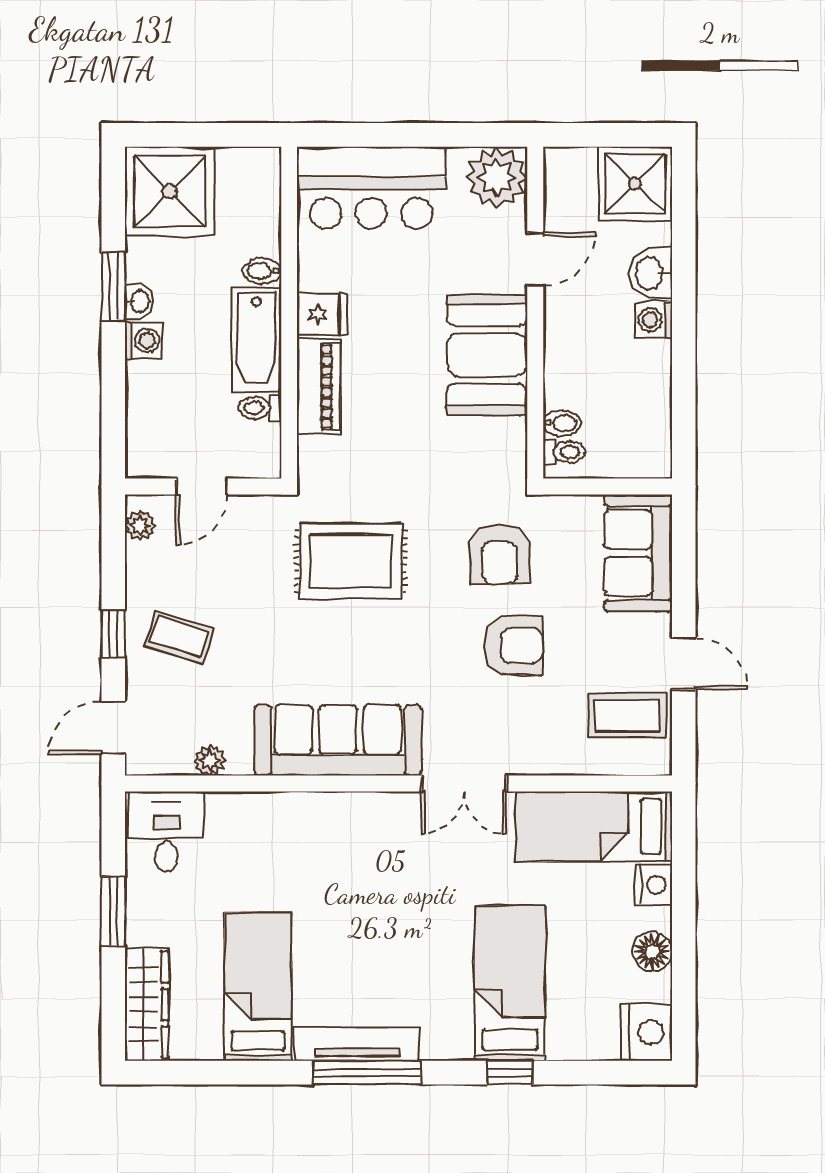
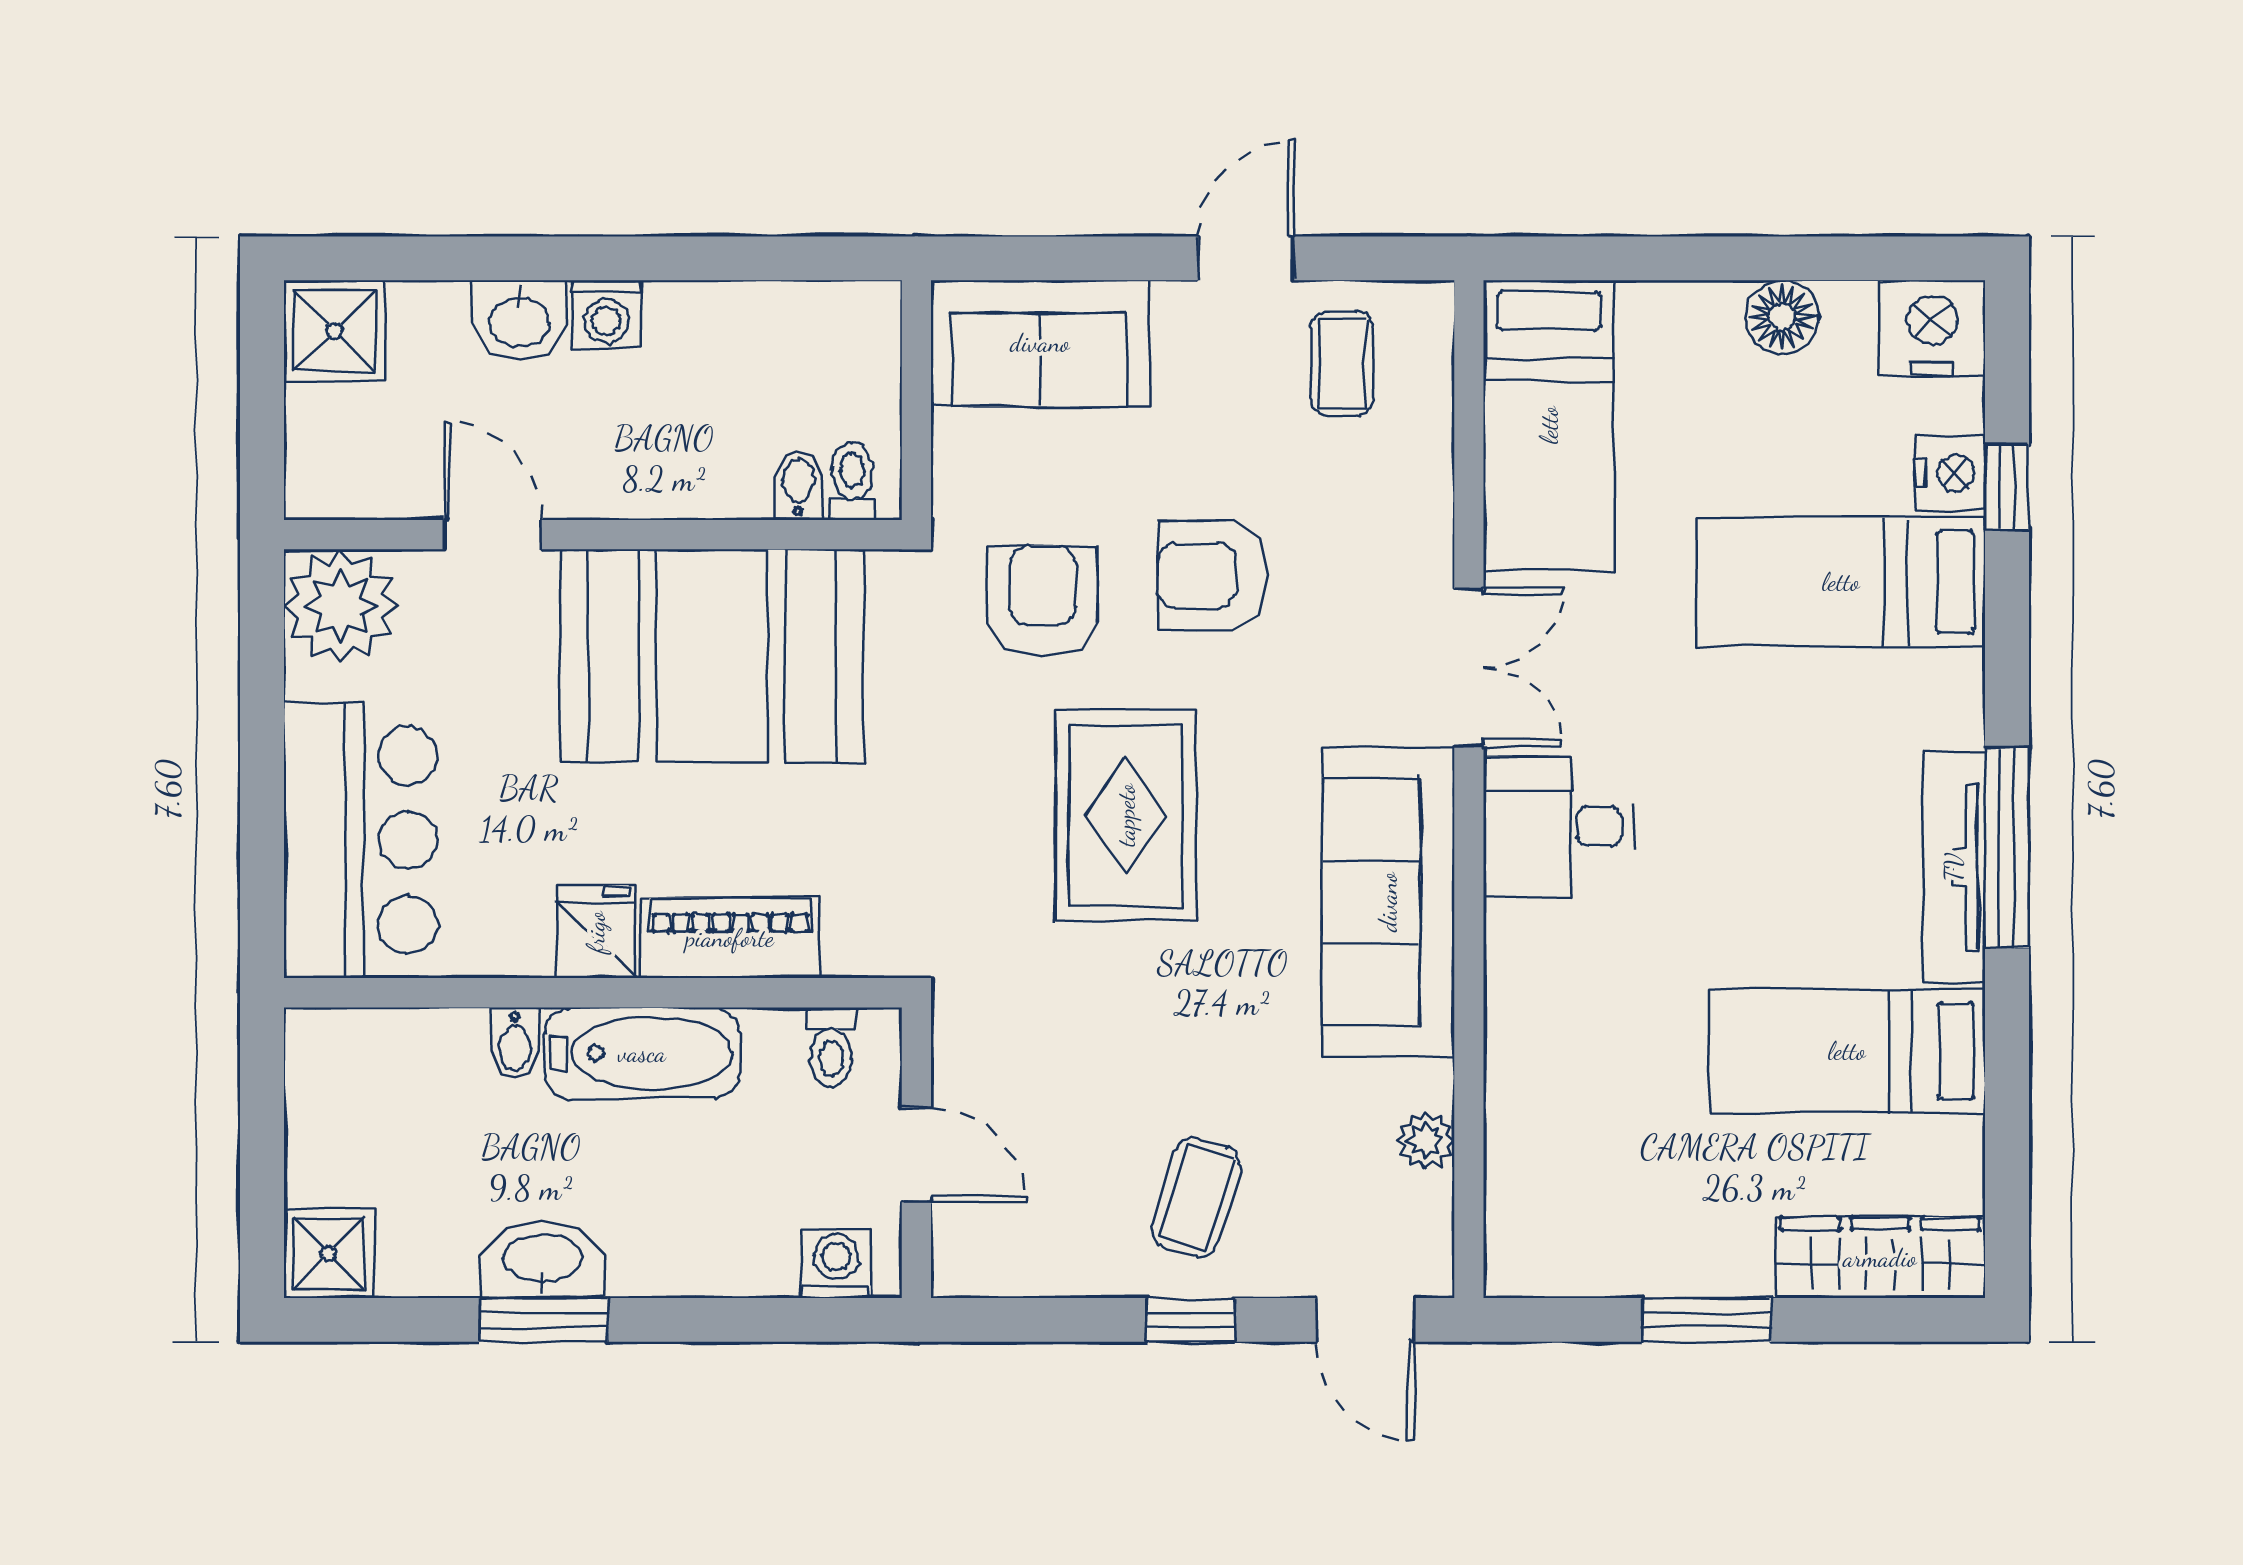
shower: (635, 184) -> (334, 331), width x0.73, depth x0.73
shower: (170, 191) -> (328, 1253), width x0.54, depth x0.54
washbasin: (139, 301) -> (542, 1260), width x1.91, depth x1.45
washing machine: (144, 341) -> (836, 1263), moved
booth: (487, 355) -> (712, 656), width x1.36, depth x1.42
toilet: (260, 408) -> (831, 1047), moved
plant: (140, 525) -> (989, 1270), removed
armchair: (500, 554) -> (1042, 601), turned -90
rug: (351, 561) -> (1126, 815), moved
armchair: (513, 646) -> (1212, 575), turned -90
coffee table: (627, 715) -> (1342, 364), width x0.73, depth x0.77
desk: (166, 832) -> (1559, 826), moved
nightstand: (653, 885) -> (1950, 473), moved, turned 90
window: (510, 1073) -> (2007, 487), moved

